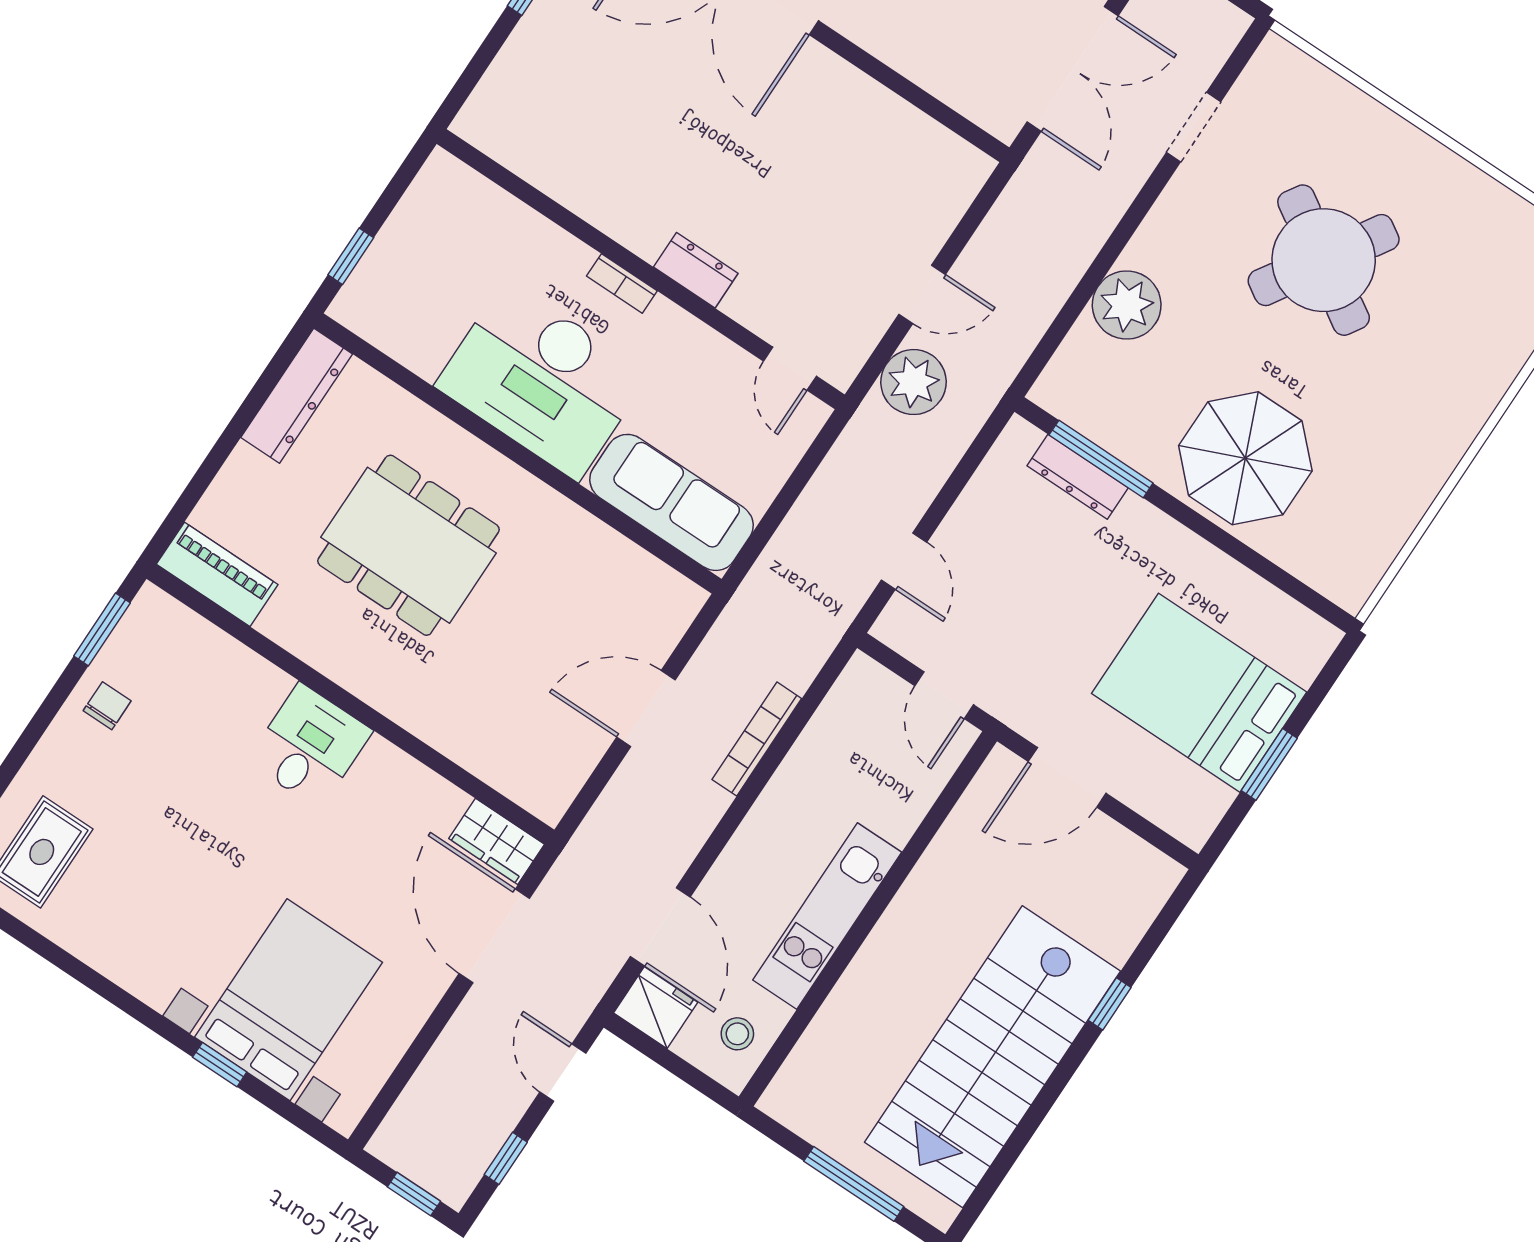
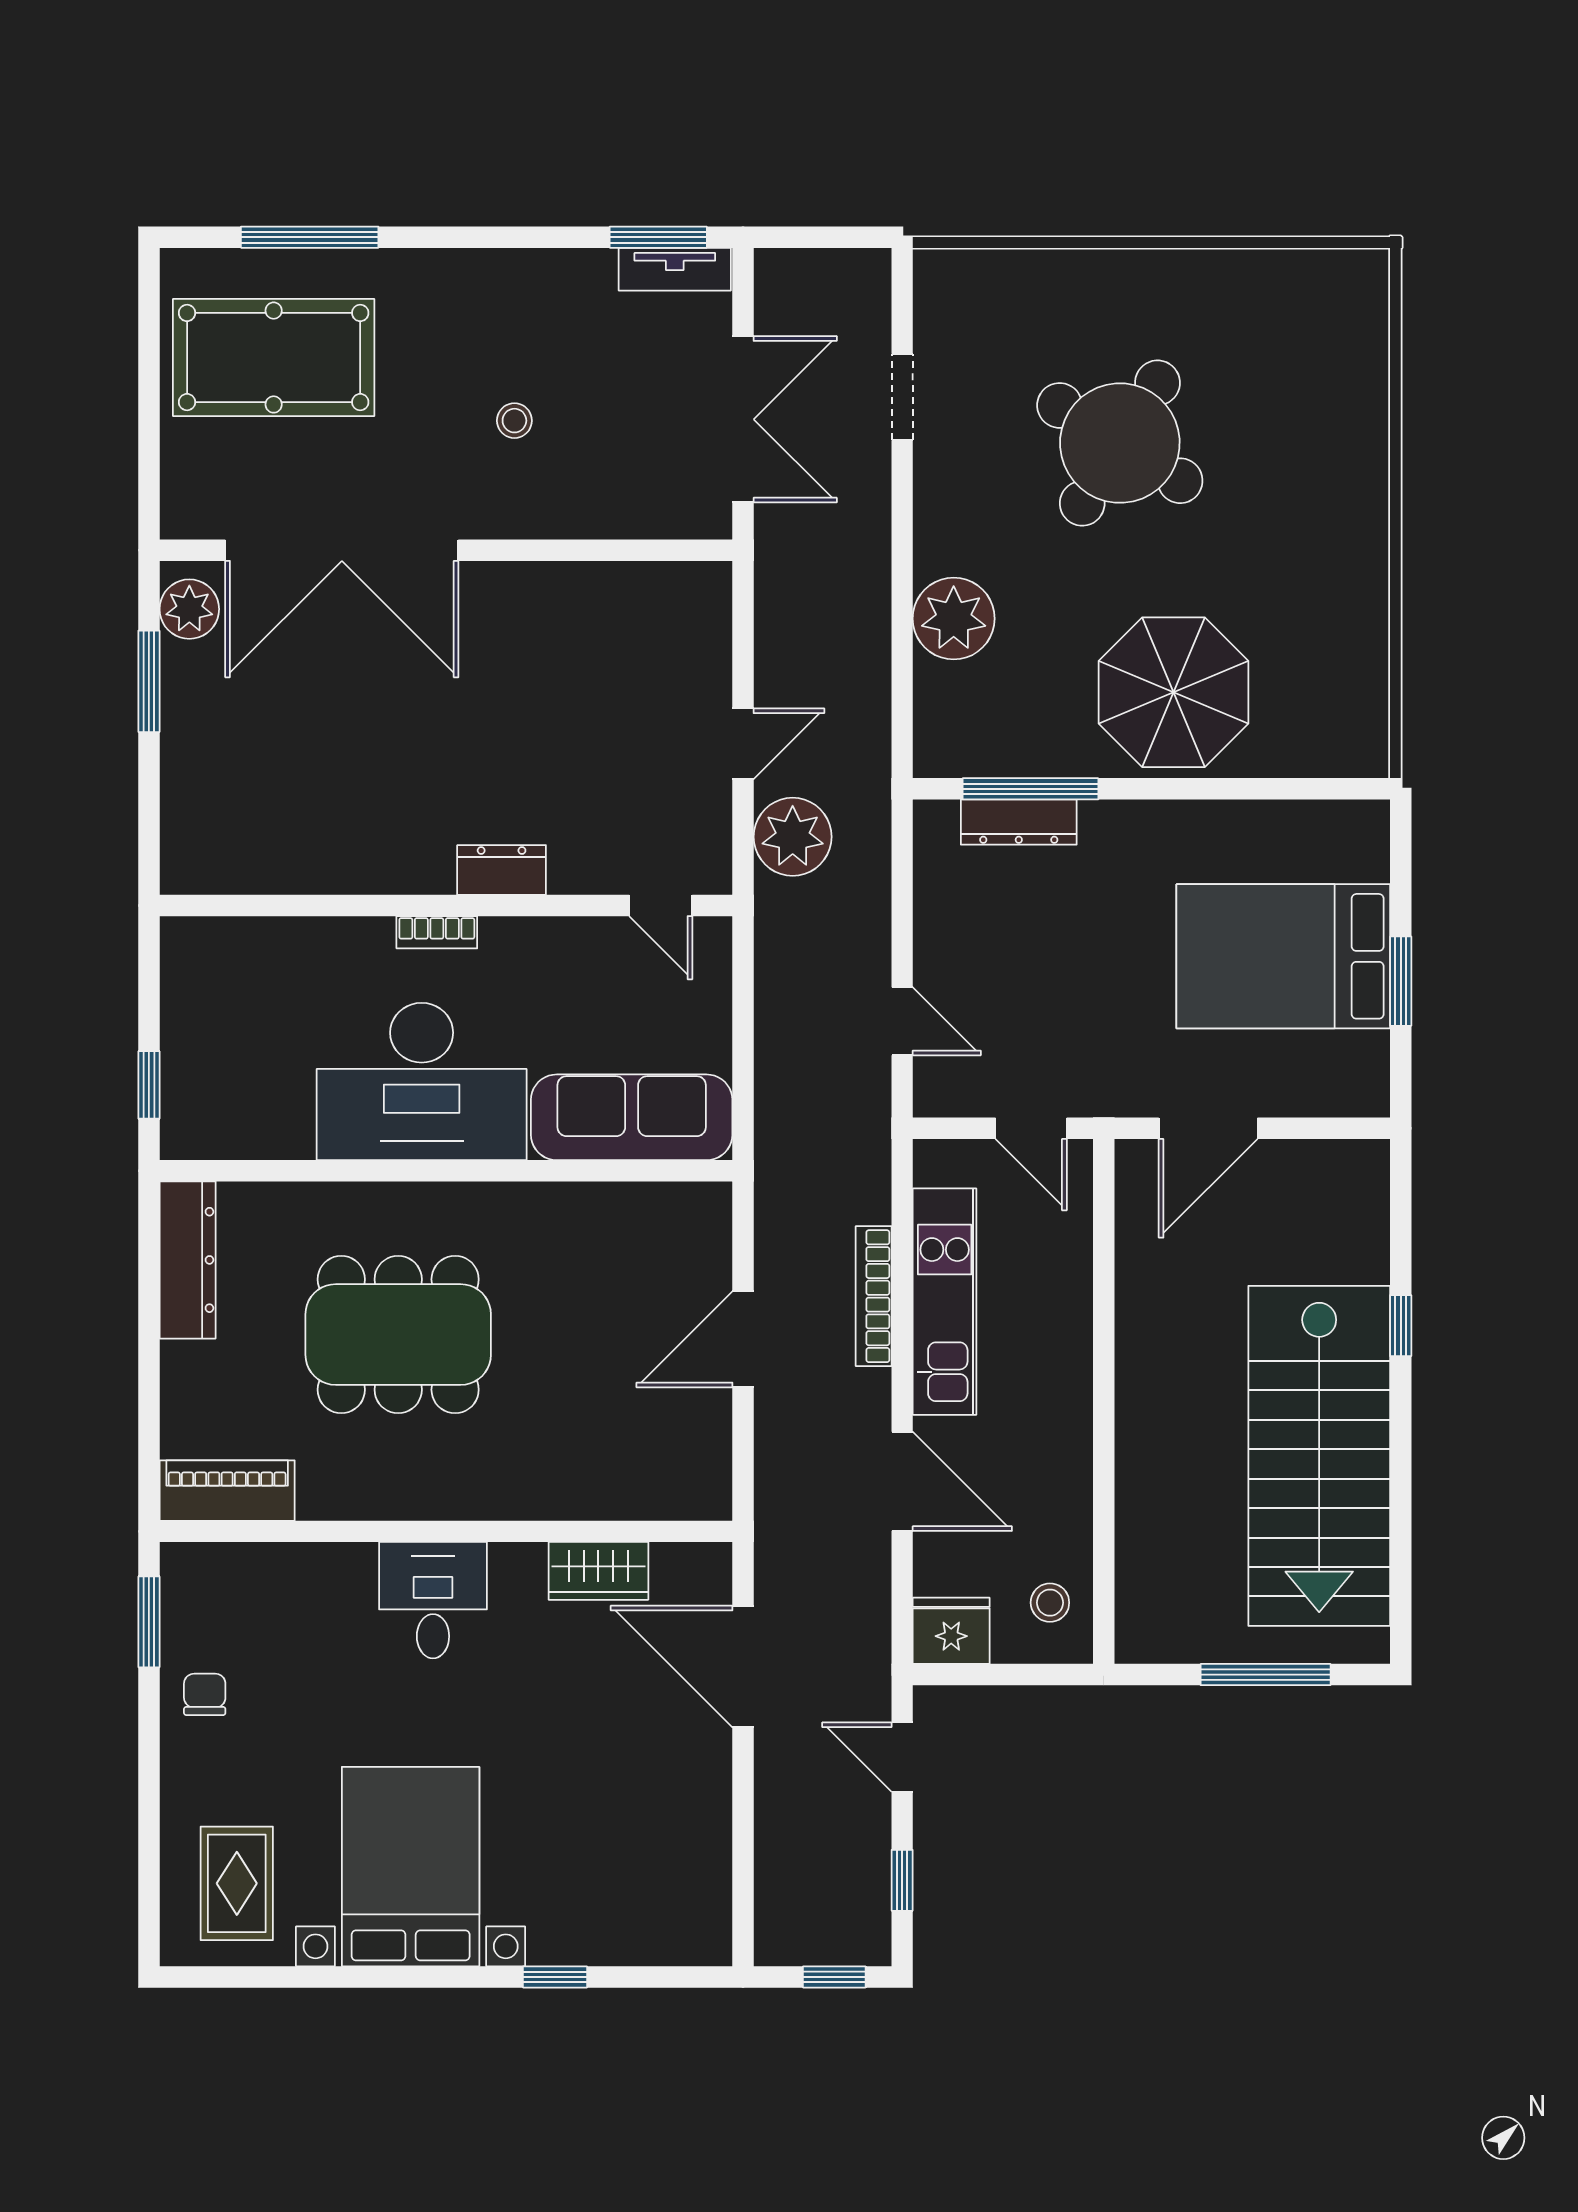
wardrobe: (497, 841) -> (598, 1571), moved
kitchen unit: (827, 916) -> (945, 1302), moved, turned 180
door: (660, 927) -> (902, 1481), moved
bed with nightstands: (289, 1000) -> (411, 1867), moved

